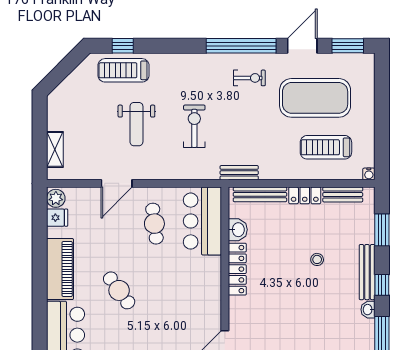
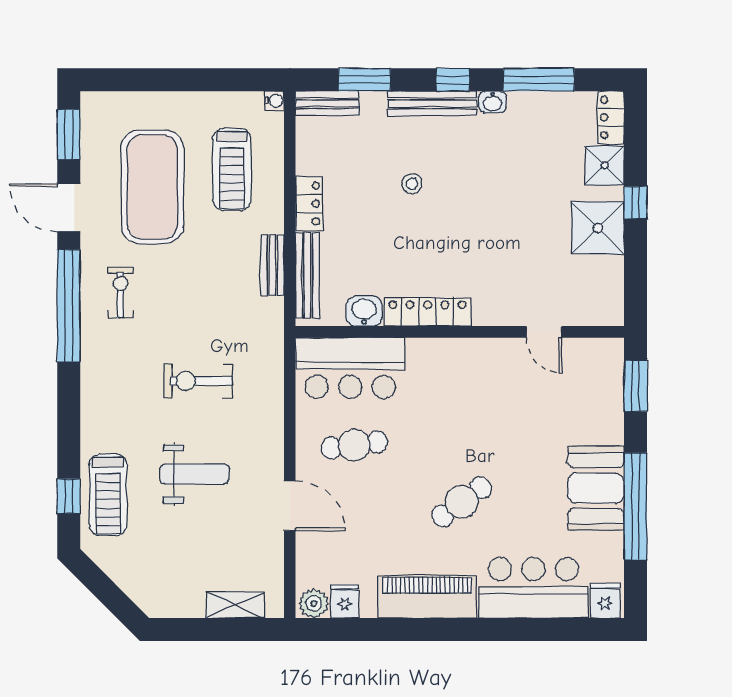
bench: (239, 173) -> (272, 265), moved
bench: (343, 195) -> (327, 103), moved, turned 90

